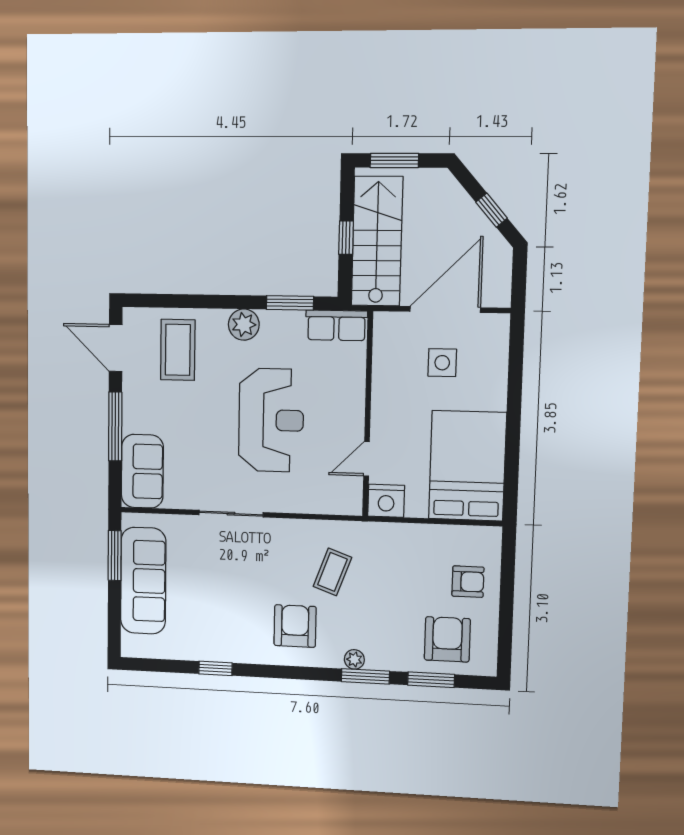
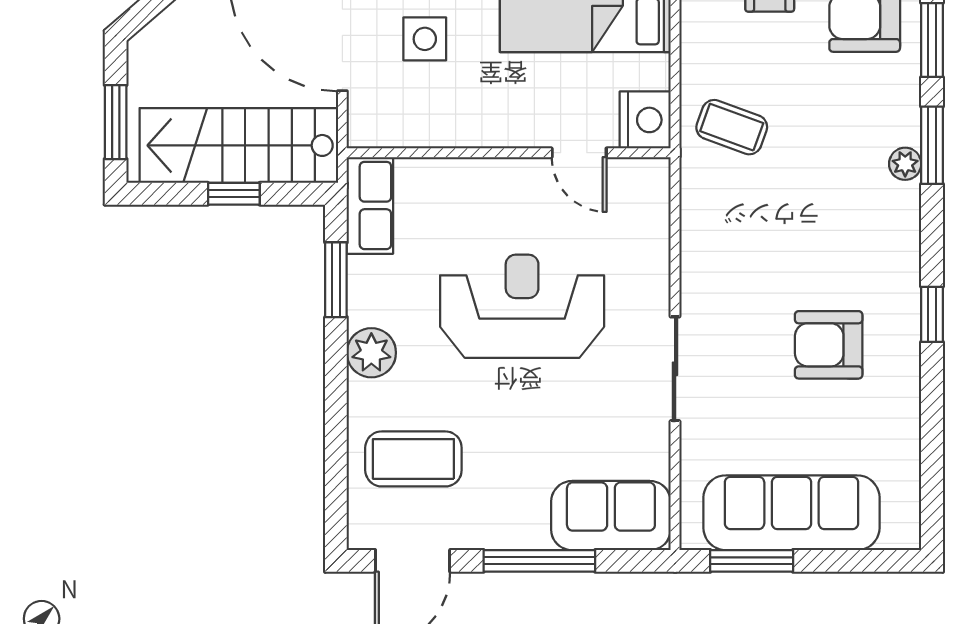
coffee table: (332, 572) -> (732, 127), moved
armchair: (295, 626) -> (829, 345), moved
window: (215, 668) -> (932, 314), moved

